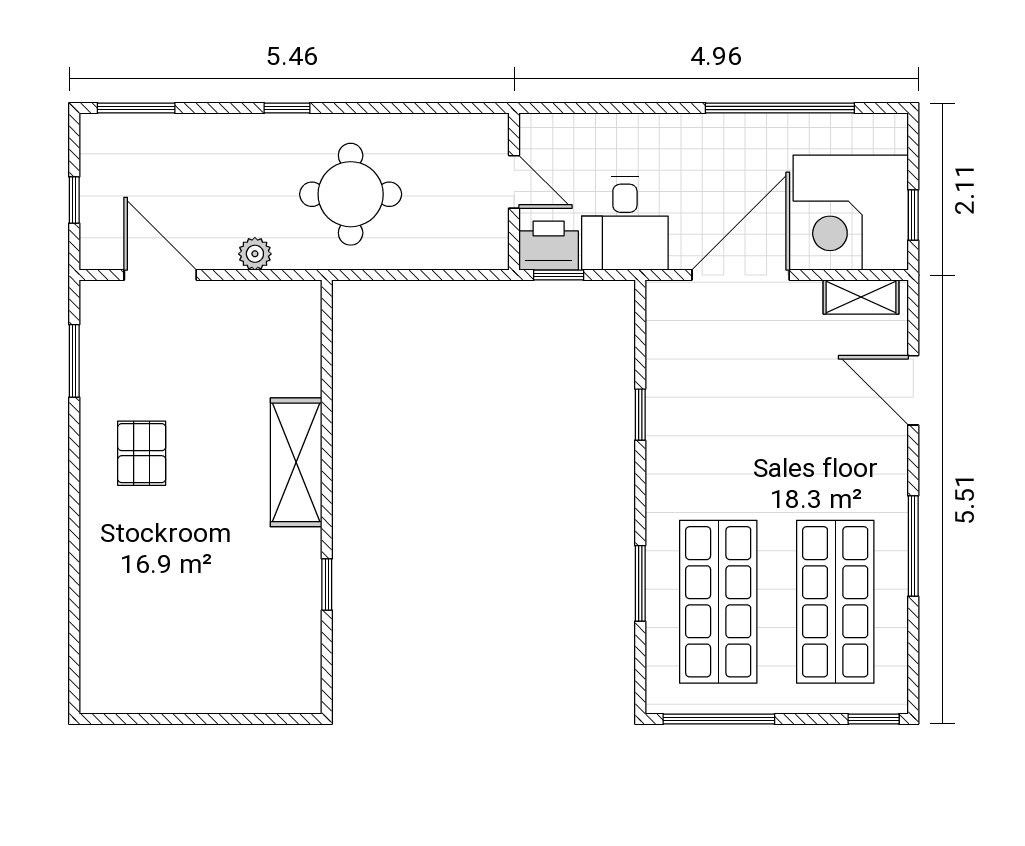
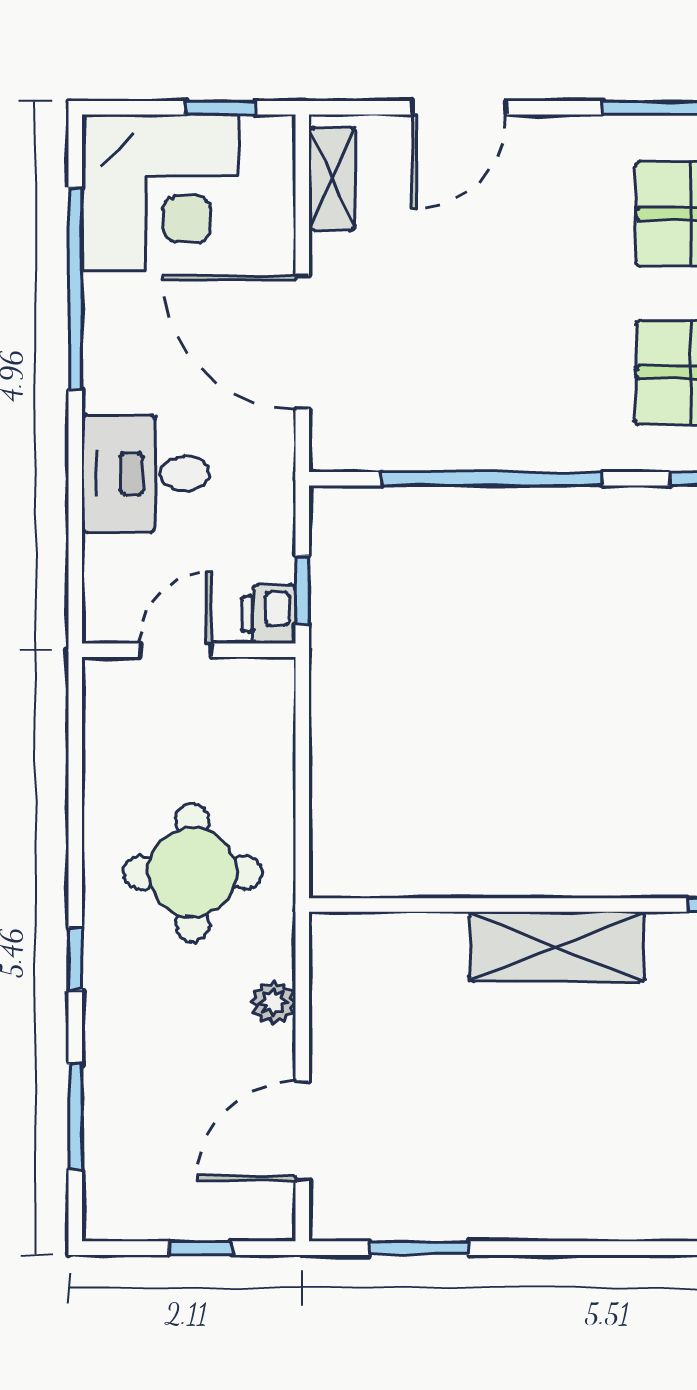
window: (136, 108) -> (75, 1116), moved
corner desk: (851, 213) -> (160, 193), moved
desk: (625, 223) -> (145, 474), moved, turned 180
printer: (549, 246) -> (269, 614), width x0.73, depth x0.81
window: (640, 415) -> (492, 479), width x3.17
pallet: (142, 453) -> (544, 1156), removed

